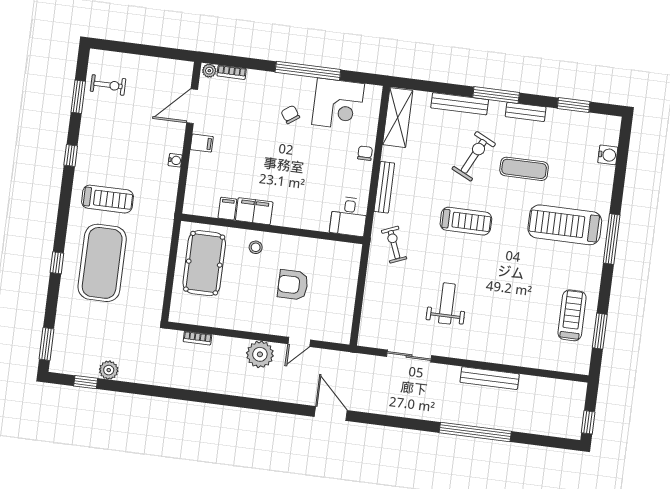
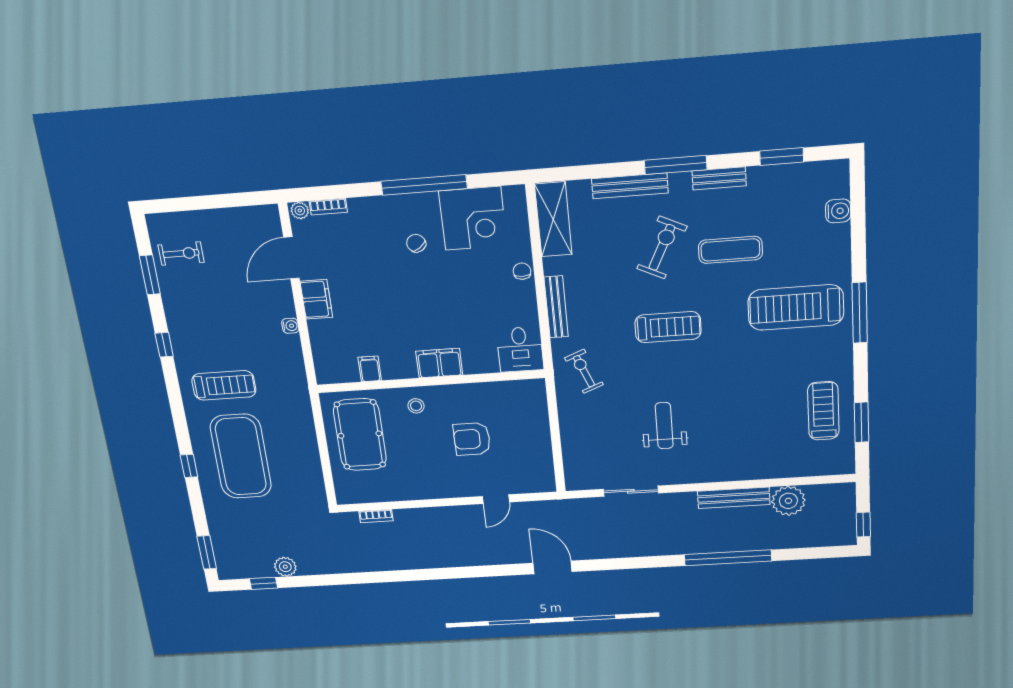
filing cabinet: (202, 143) -> (316, 299), width x2.00
filing cabinet: (254, 211) -> (439, 363), moved
plant: (260, 354) -> (788, 501), moved

